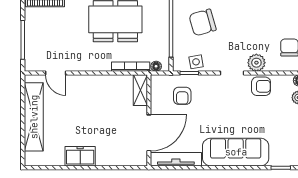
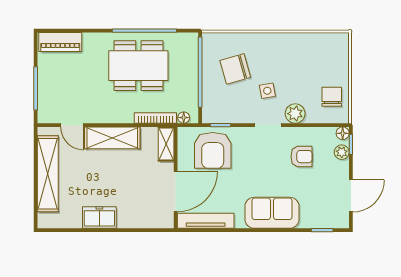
side table: (196, 62) -> (267, 91), moved
shelving: (92, 85) -> (112, 138), added
armchair: (261, 86) -> (302, 157), moved
armchair: (182, 96) -> (213, 150), width x1.88, depth x1.88
sofa: (236, 152) -> (272, 213), width x0.73

